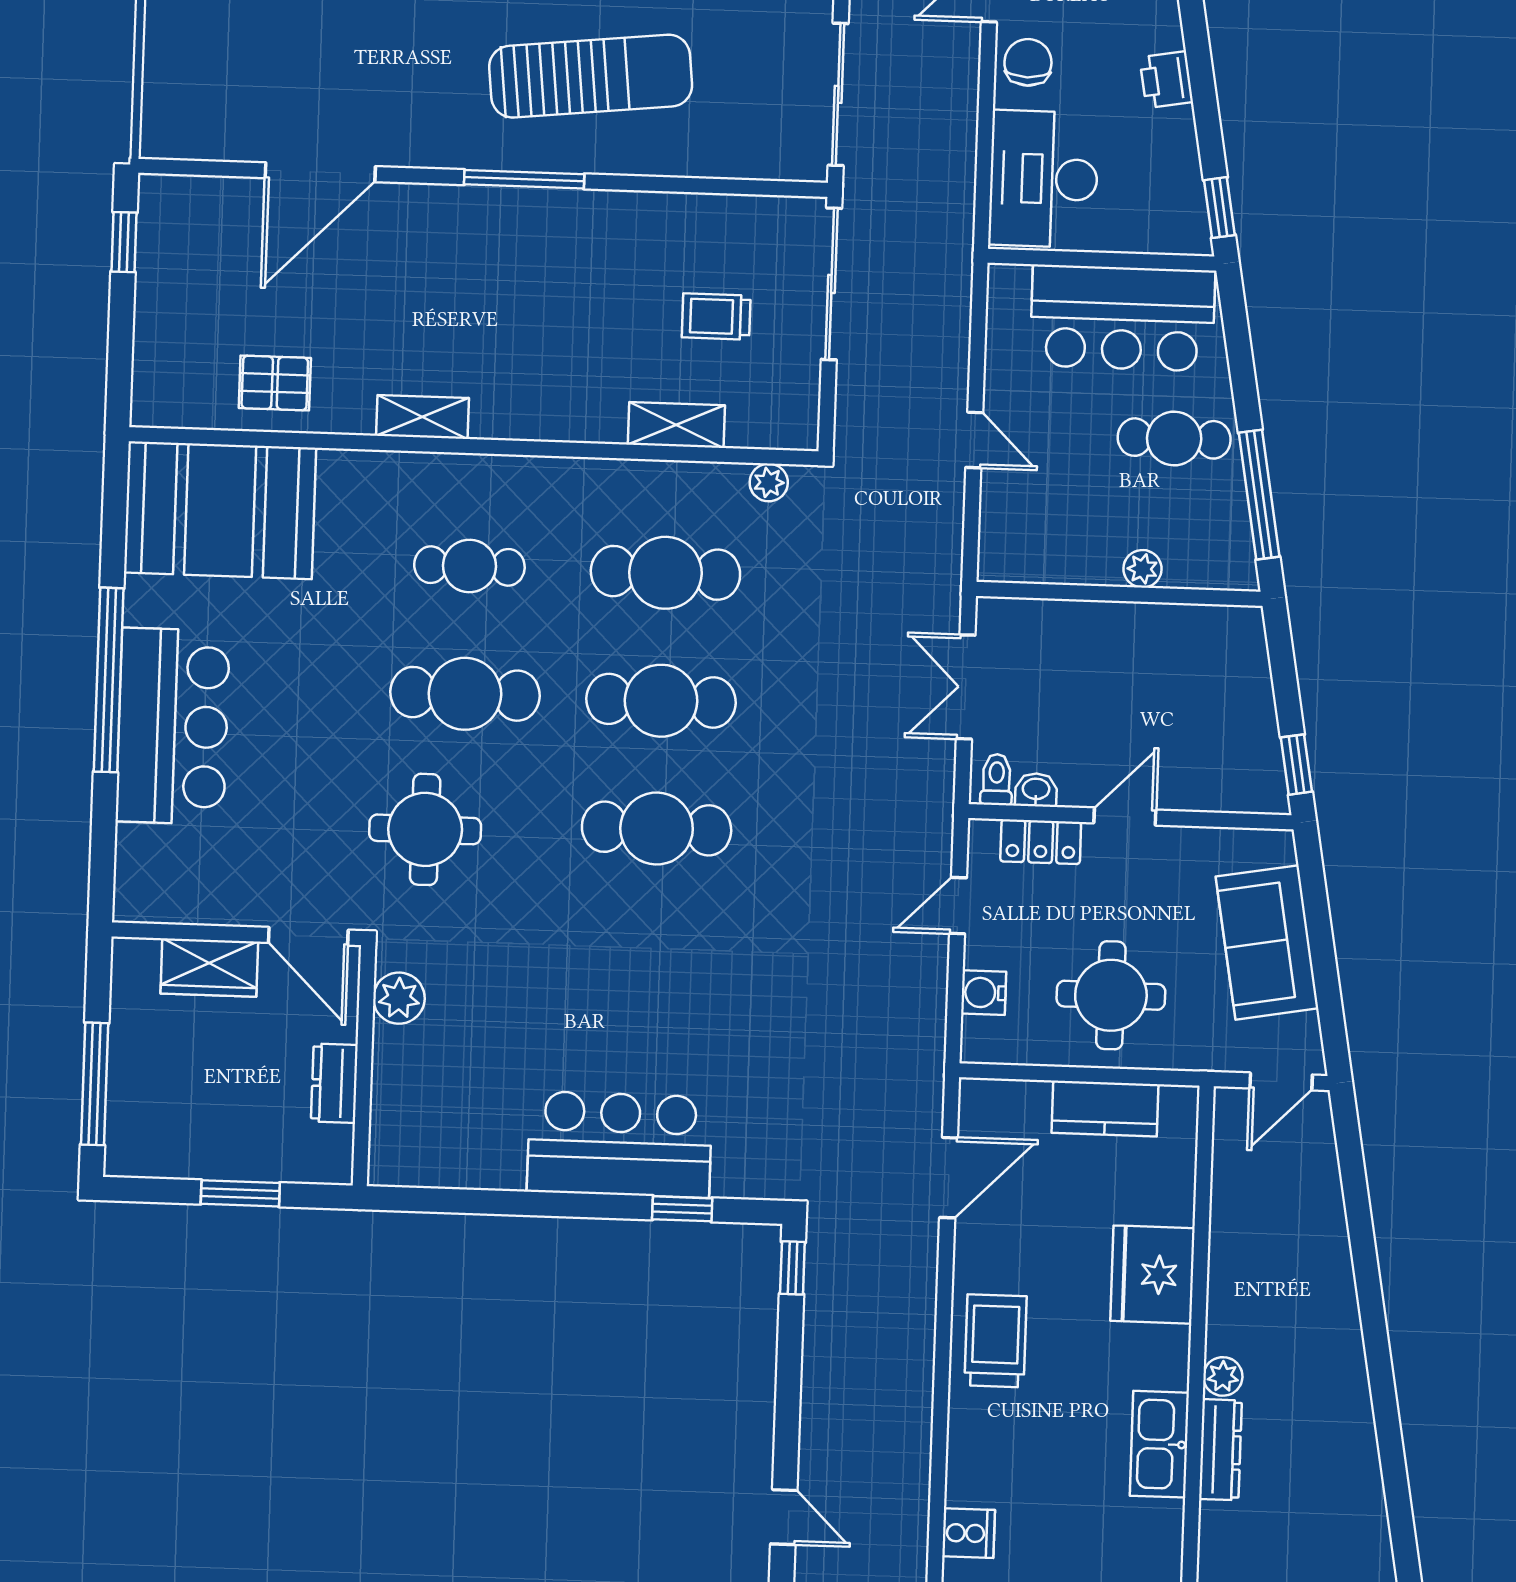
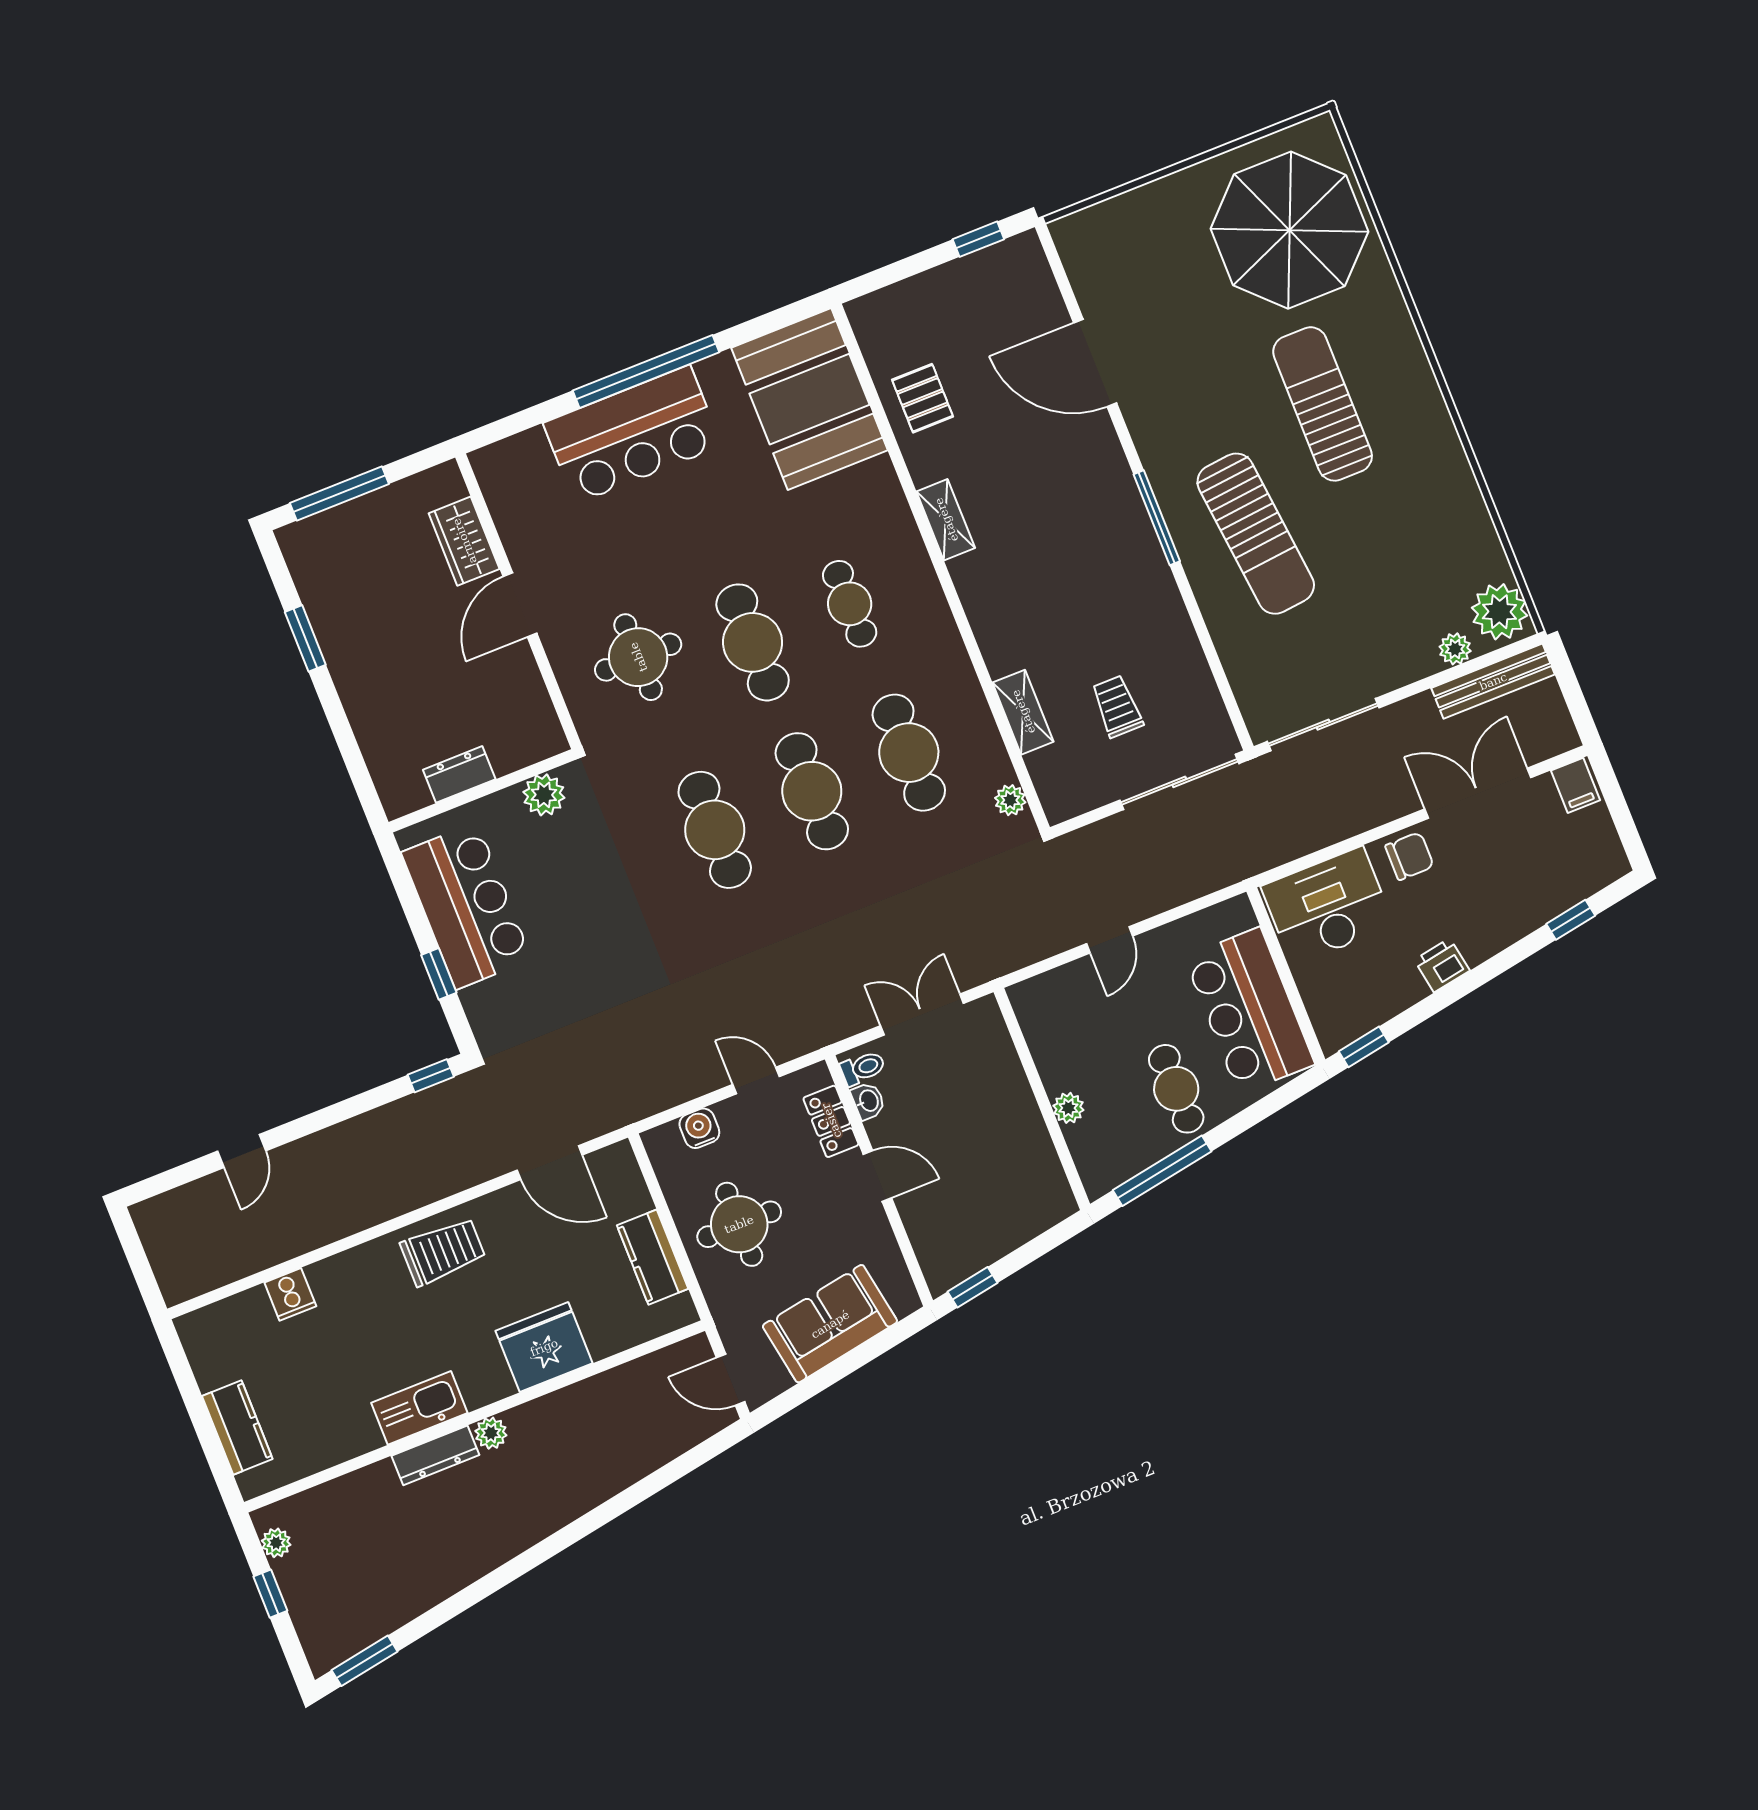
plant: (399, 998) -> (544, 795), moved
wall: (364, 1066) -> (482, 791), moved
dresser: (334, 1083) -> (459, 774), moved

